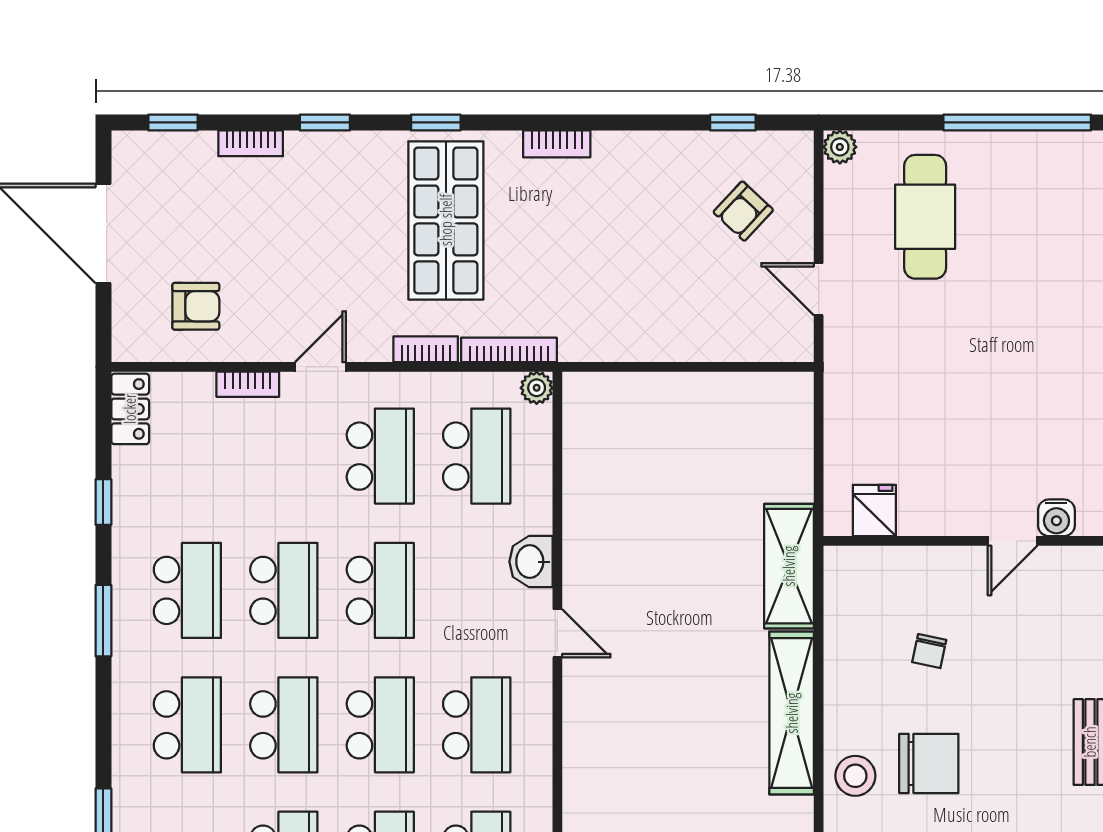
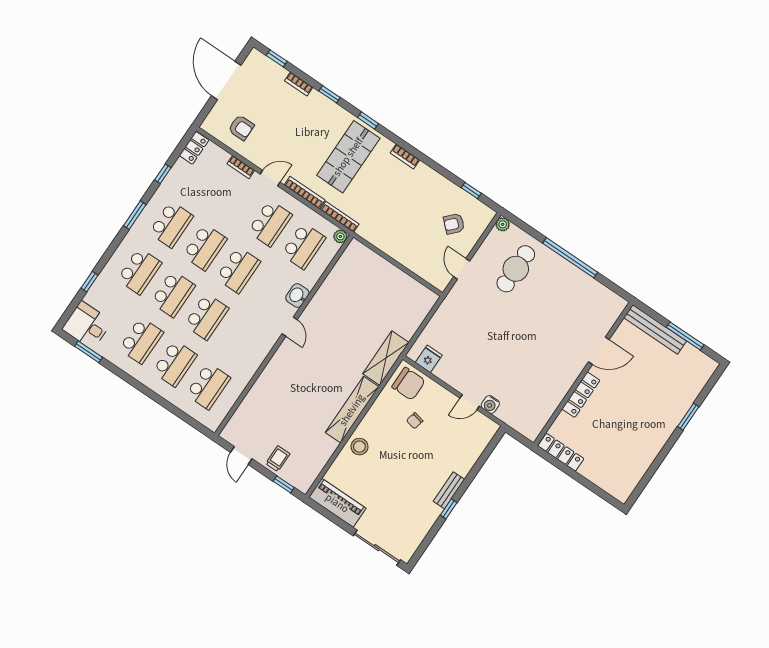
bookcase: (426, 349) -> (305, 193), width x1.56
school desk: (477, 725) -> (240, 339), removed
chair: (929, 763) -> (409, 384), moved

